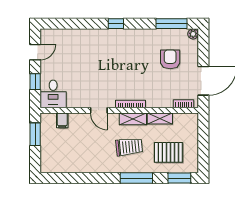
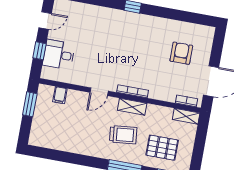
window: (172, 24) -> (189, 17), removed
plant: (193, 34) -> (209, 32), removed
desk: (53, 94) -> (59, 55), moved, turned 90
door: (99, 110) -> (99, 92), hinge flipped
shelving: (160, 118) -> (186, 116), moved

